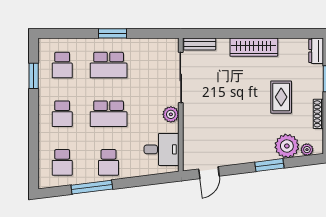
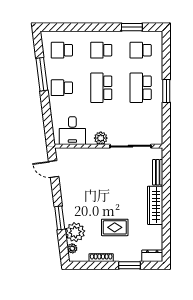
bench: (200, 44) -> (158, 172), moved

